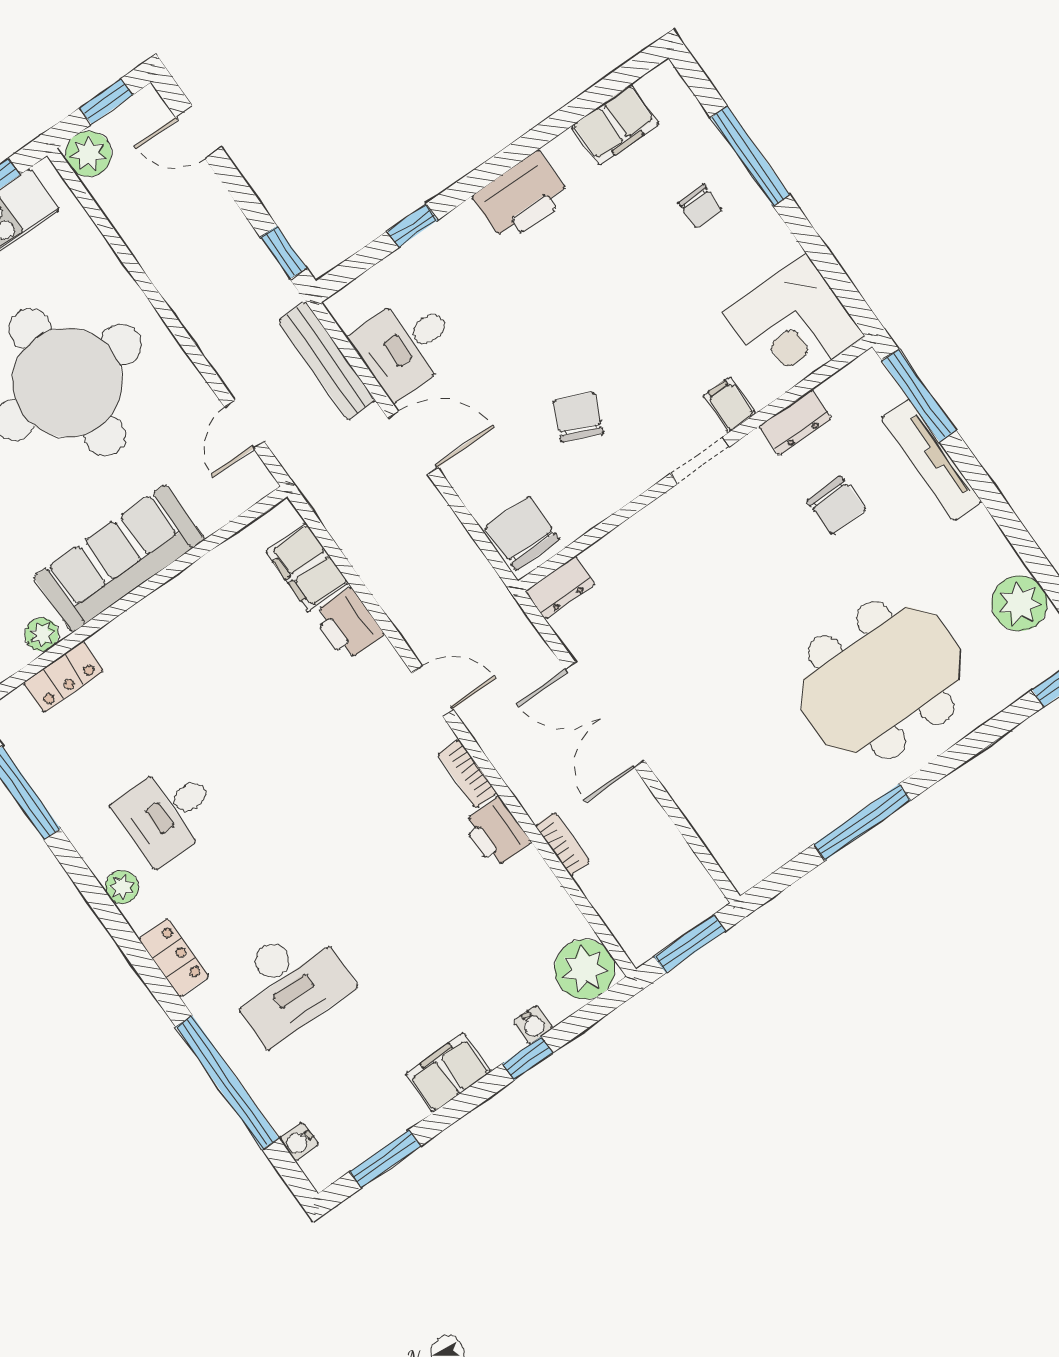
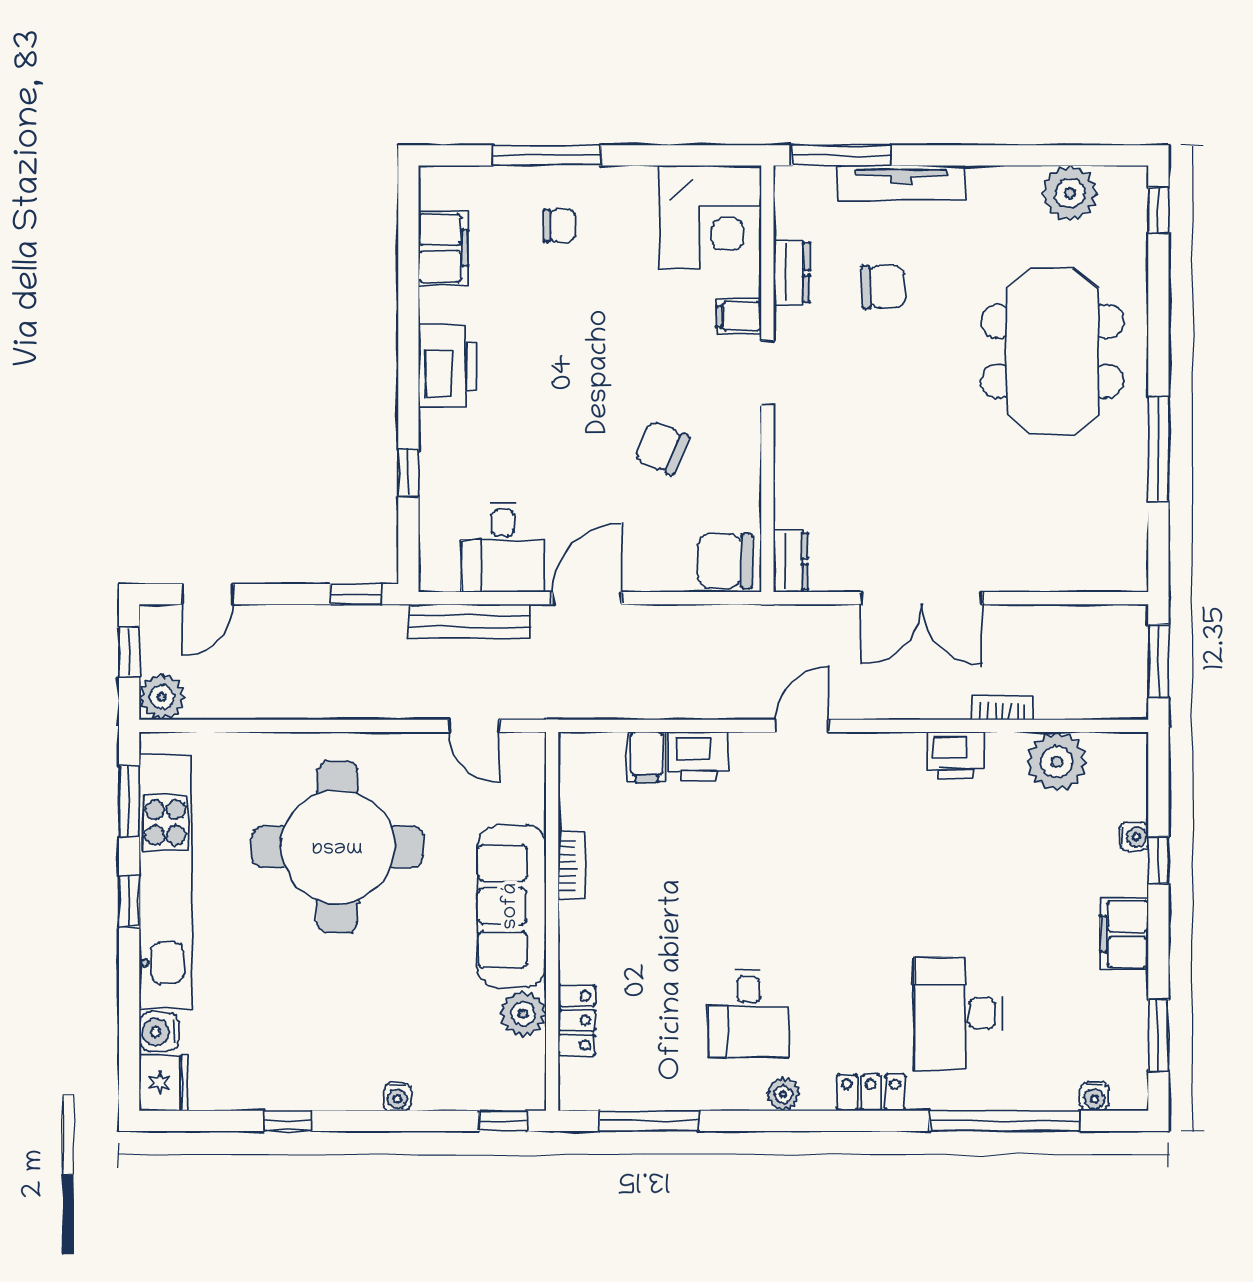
filing cabinet: (307, 567) -> (647, 757), width x0.50
plant: (42, 634) -> (523, 1014), width x1.38, depth x1.38
bookcase: (467, 774) -> (571, 865), moved, turned -90
plant: (585, 969) -> (1057, 762), moved
desk: (288, 983) -> (958, 1014), turned 180

